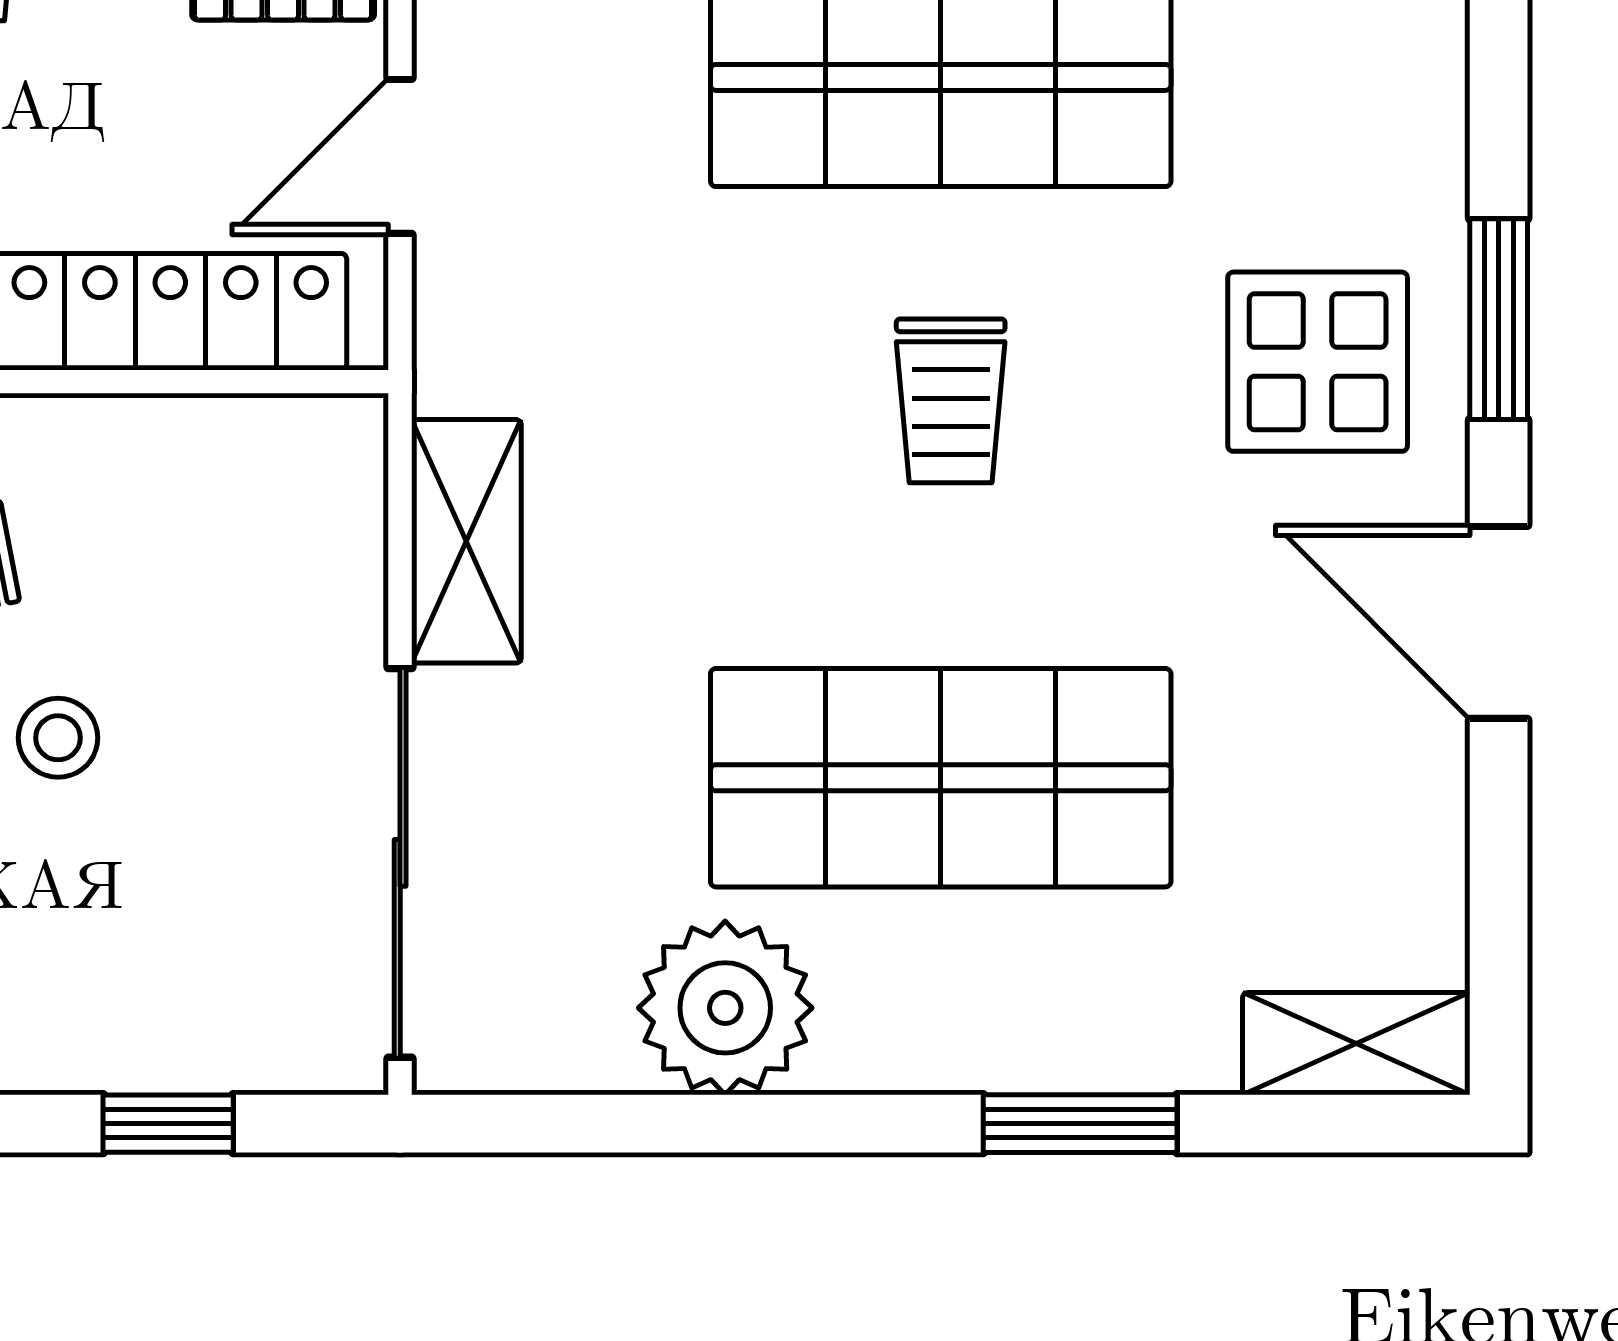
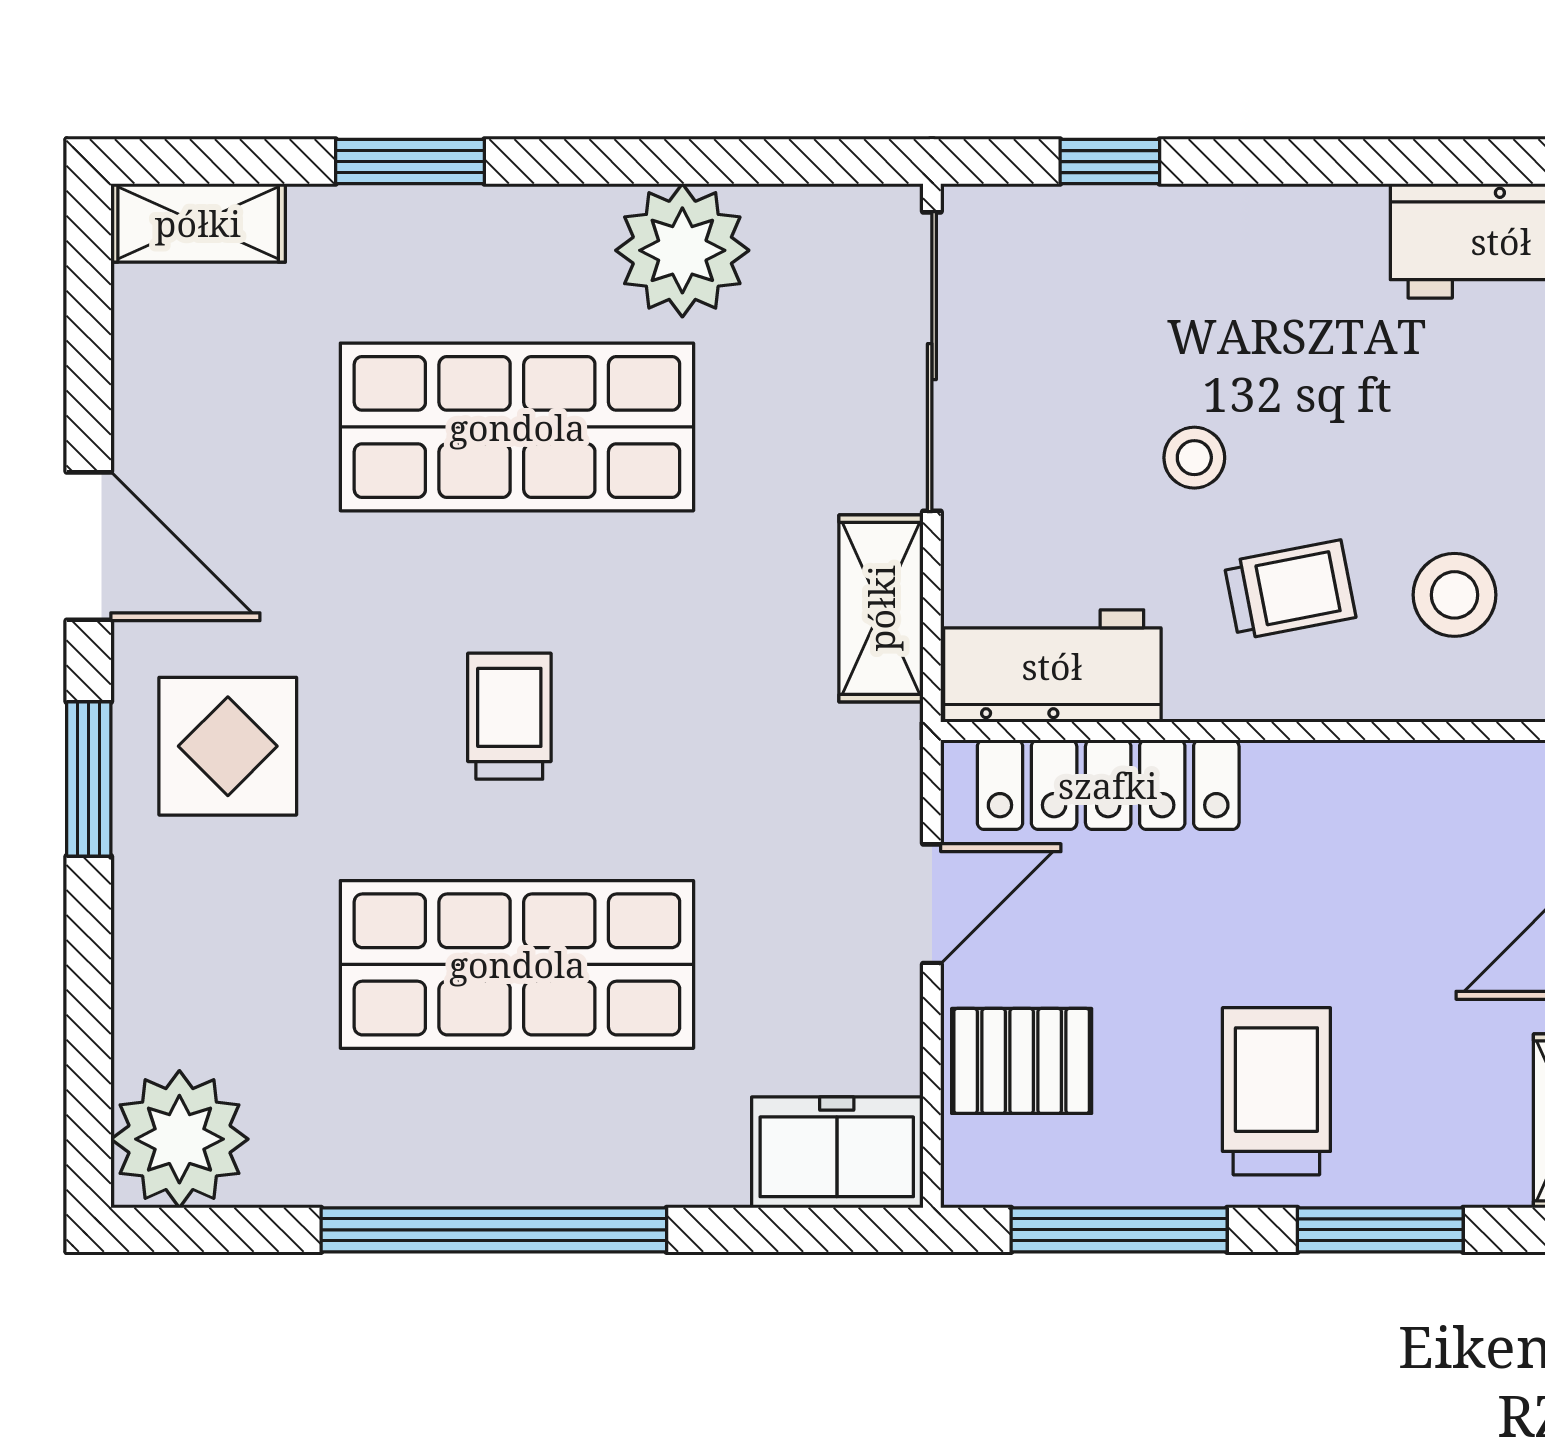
workbench: (243, 466) -> (1052, 666), added

